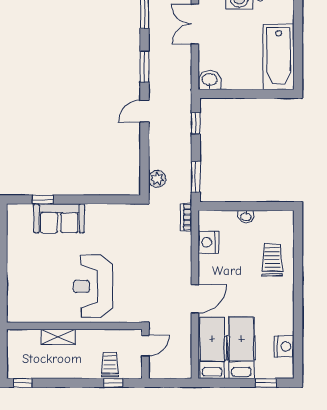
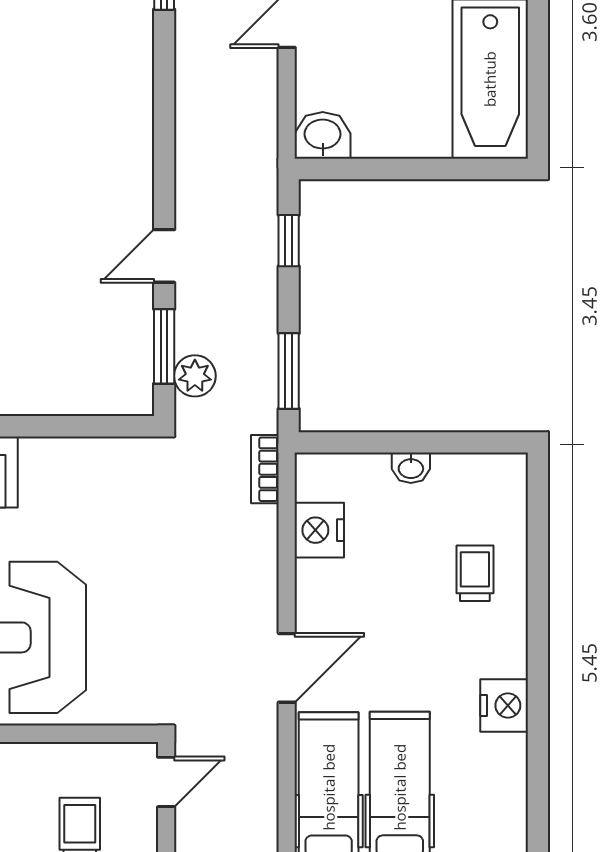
window: (145, 67) -> (164, 346), moved
door: (145, 111) -> (164, 256), moved
trolley: (272, 260) -> (475, 573), width x0.73, depth x0.72
nightstand: (284, 346) -> (504, 706), moved

